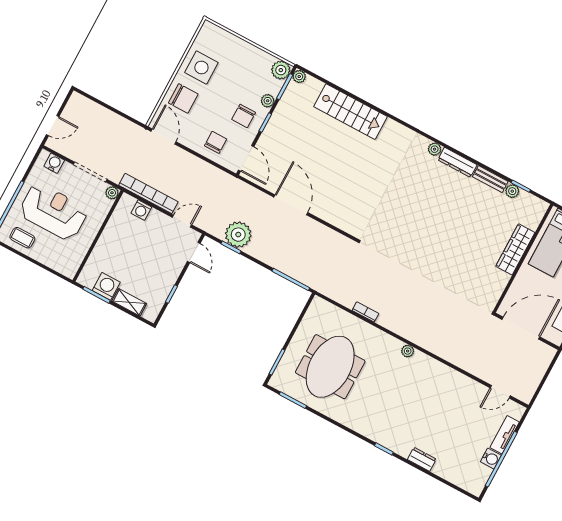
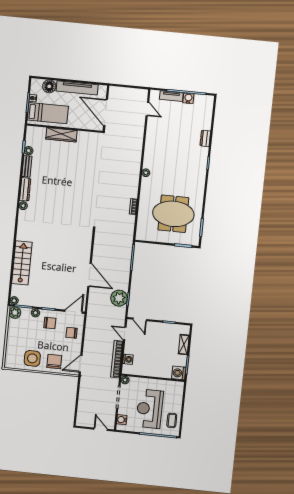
door: (291, 205) -> (89, 275), swing flipped
door: (194, 252) -> (140, 319), swing flipped
washing machine: (106, 286) -> (179, 373), moved

